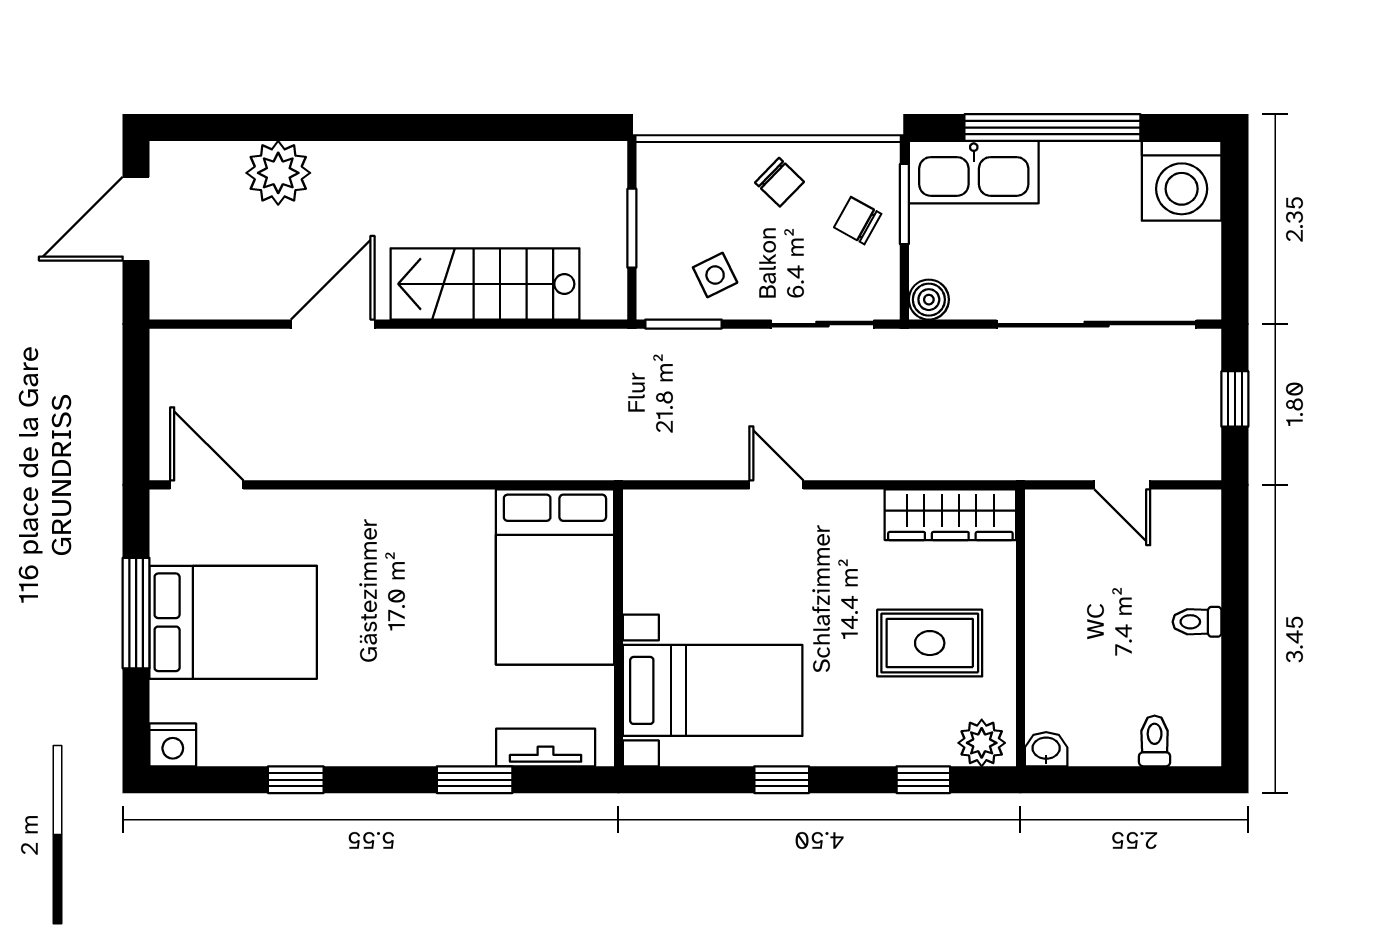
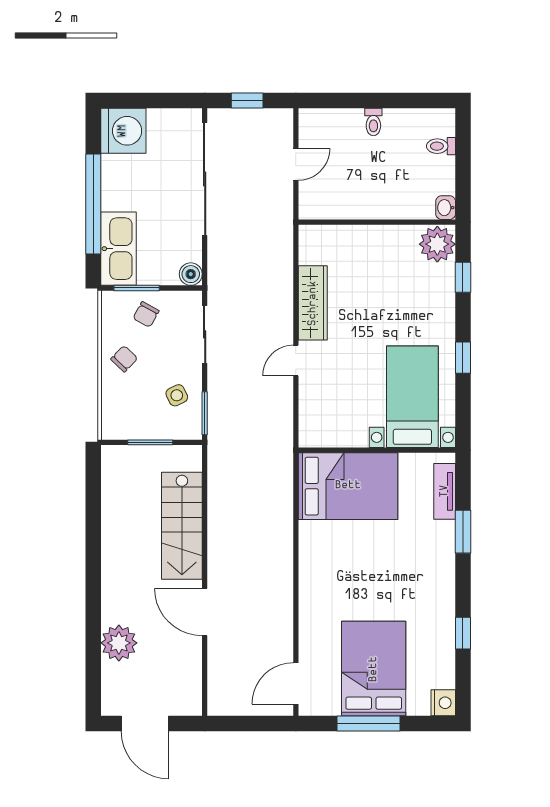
wardrobe: (950, 515) -> (313, 303), moved
rug: (930, 643) -> (385, 274), removed
plant: (982, 743) -> (437, 244), width x1.36, depth x1.36

